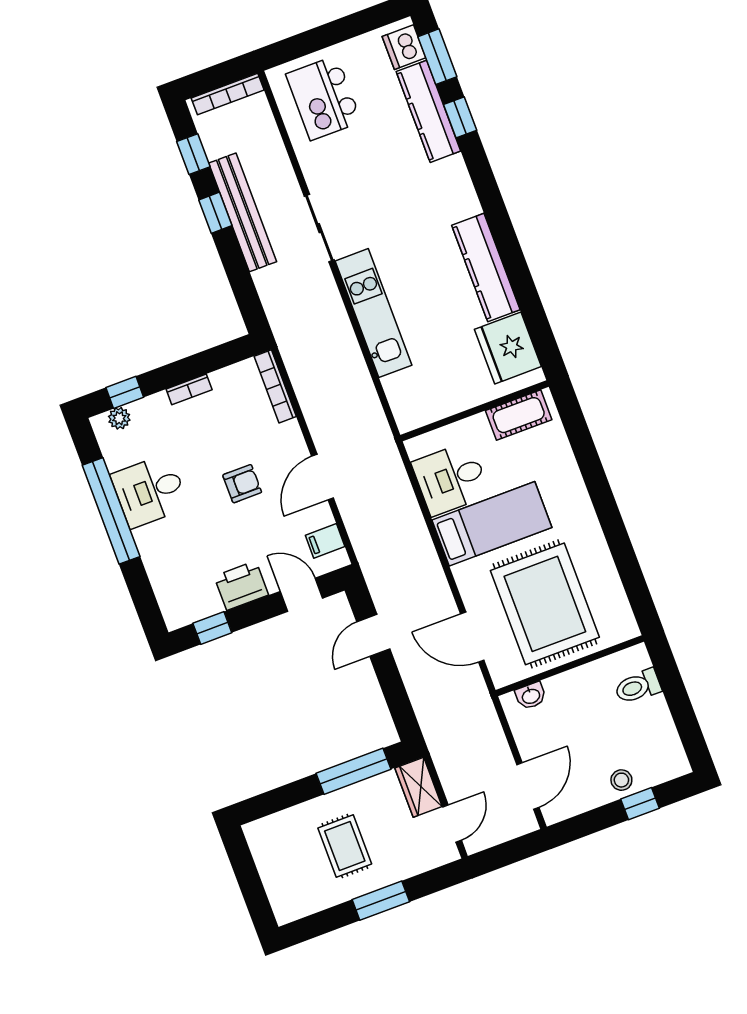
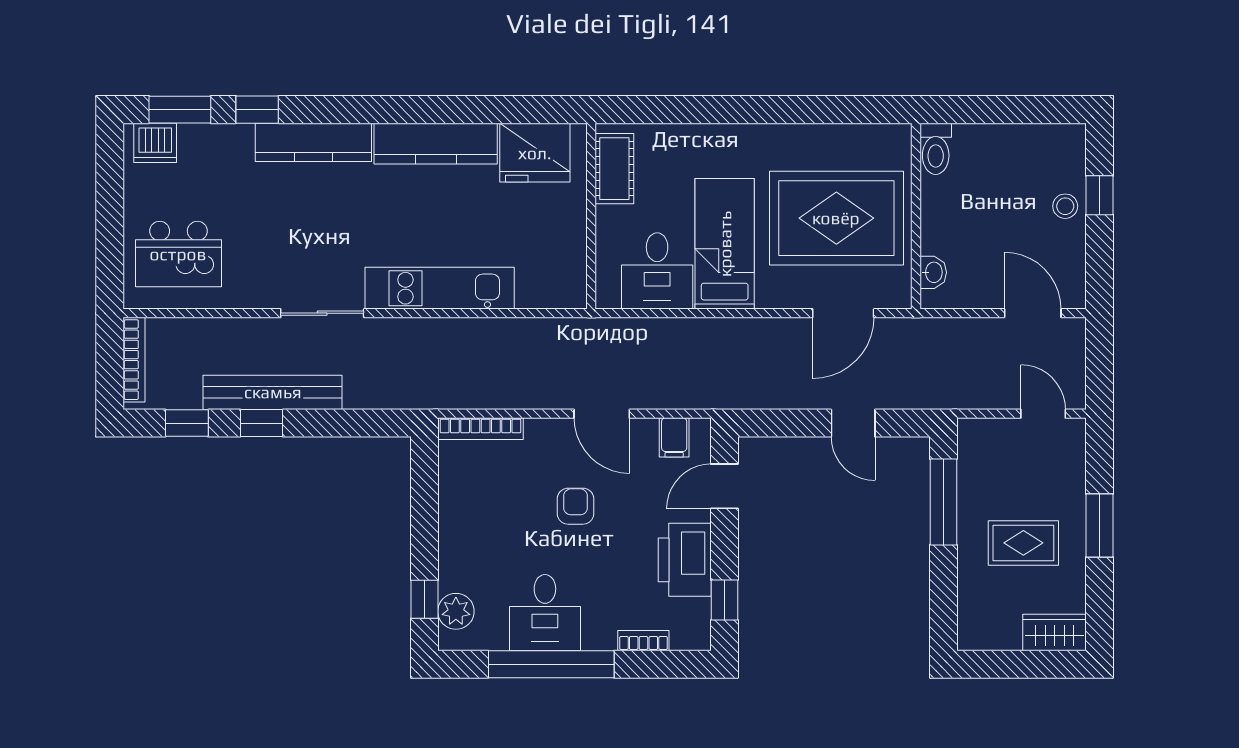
kitchen counter: (428, 111) -> (313, 142), moved
bookcase: (189, 389) -> (643, 641), moved, turned -90
plant: (119, 418) -> (456, 611), width x1.38, depth x1.38
printer: (241, 586) -> (685, 560), width x1.37, depth x1.19
door: (373, 635) -> (853, 423), moved
toilet: (638, 687) -> (936, 149), moved
wardrobe: (418, 787) -> (1055, 632), moved, turned 180

